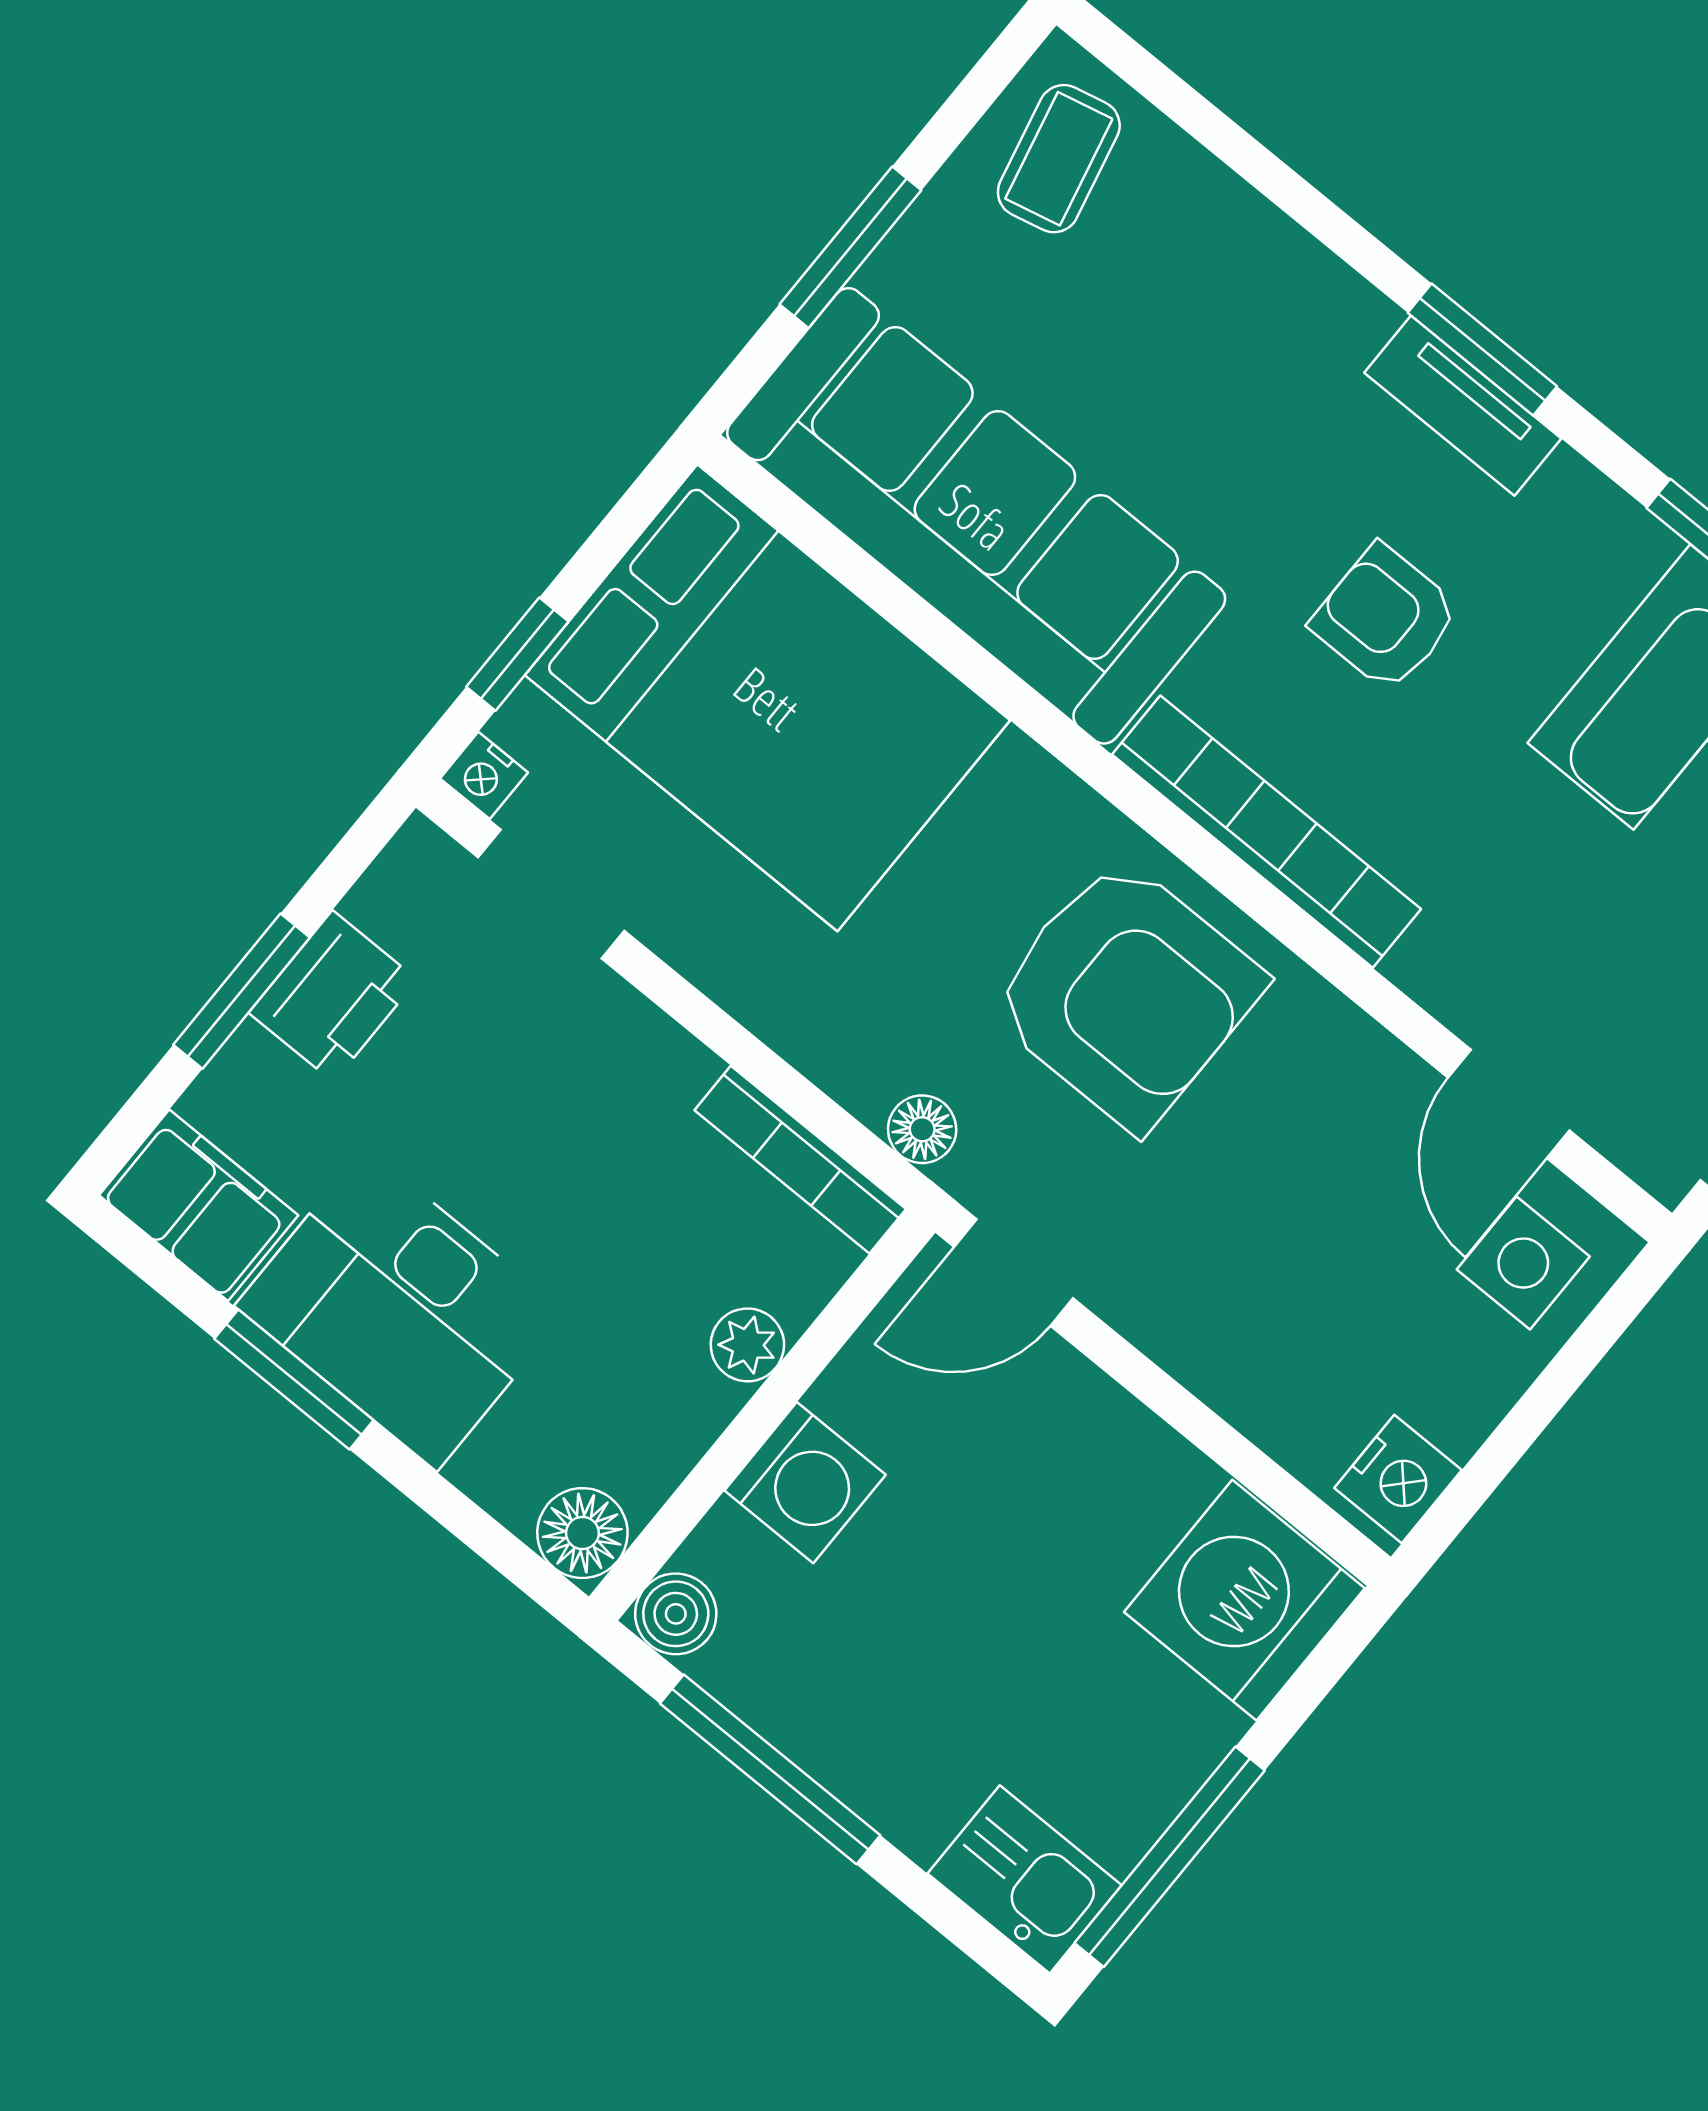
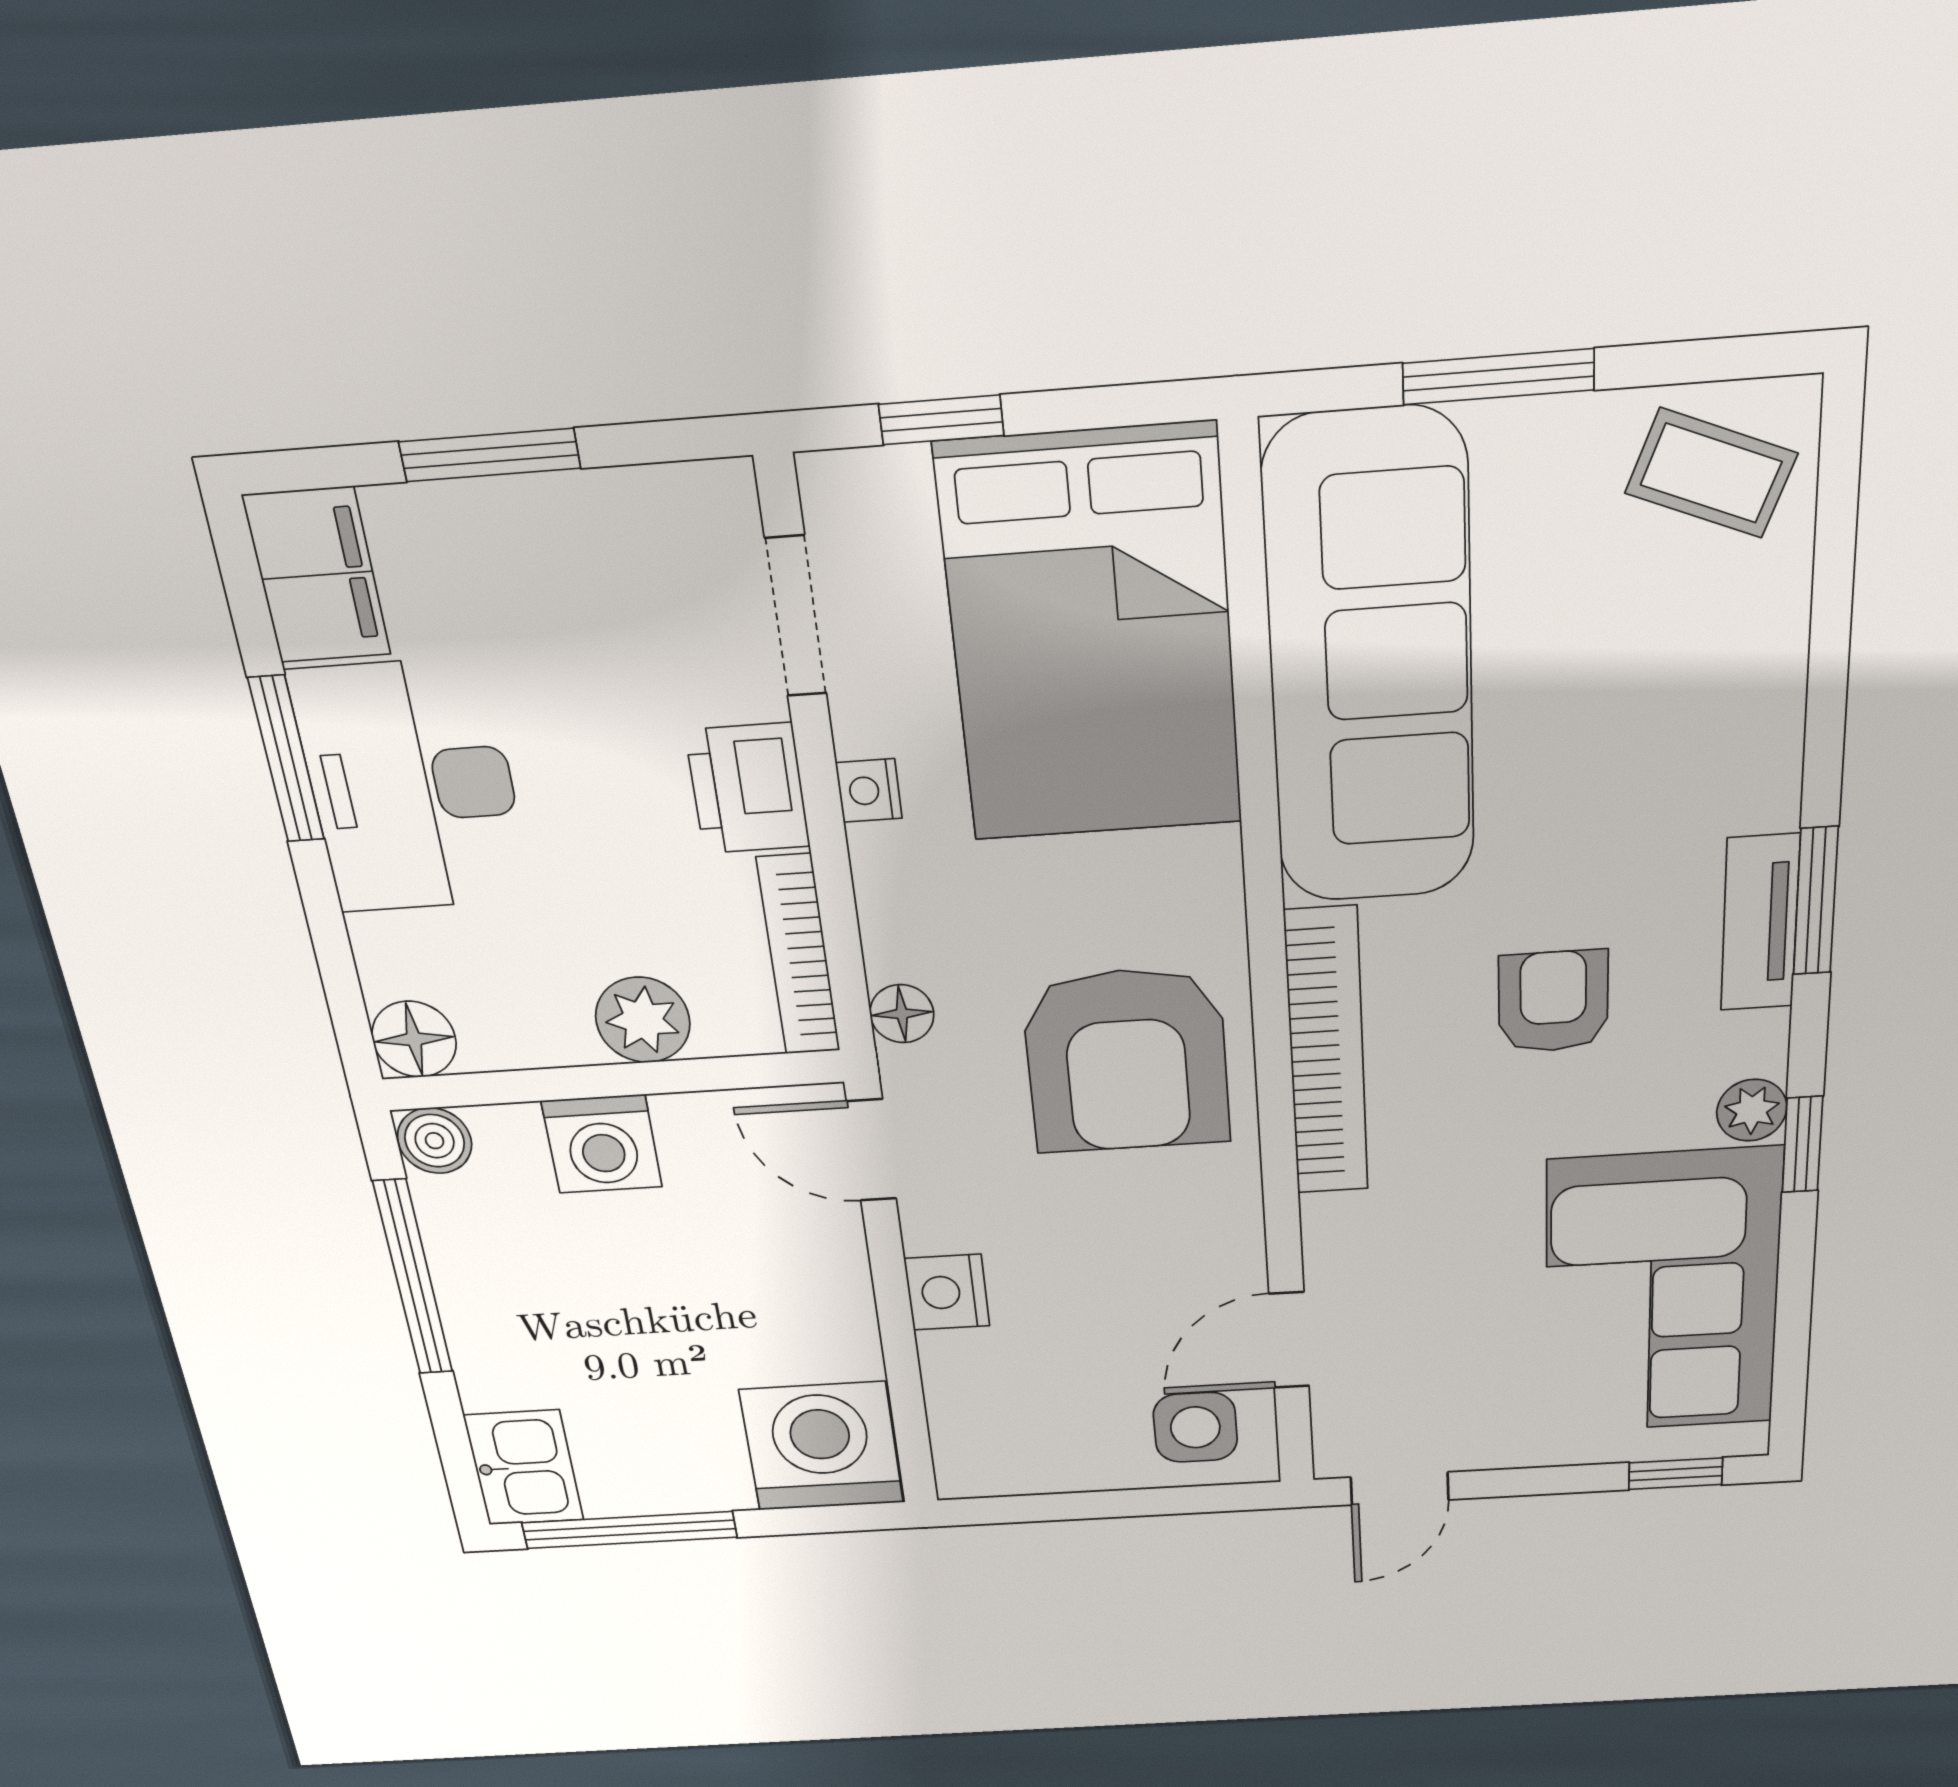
coffee table: (1059, 159) -> (1711, 473), turned 35
plant: (1632, 545) -> (1752, 1110), added
nightstand: (484, 775) -> (869, 790), moved
printer: (333, 996) -> (748, 789), moved, turned 90
plant: (747, 1345) -> (643, 1020), width x1.38, depth x1.38
nightstand: (1398, 1479) -> (947, 1292), moved, turned 90

